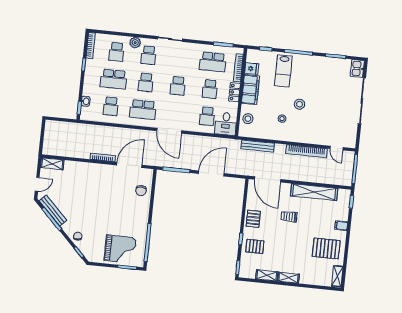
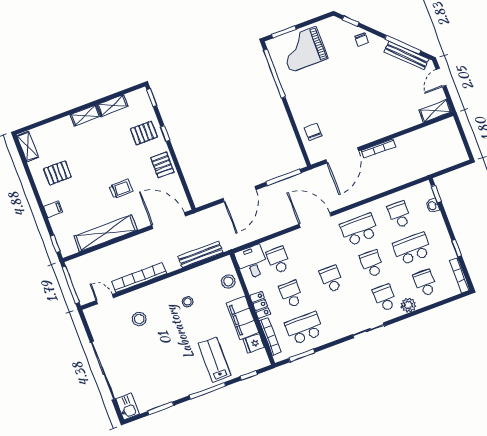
stool: (299, 104) -> (139, 319), moved
pallet: (326, 249) -> (57, 173), width x0.67, depth x0.71

